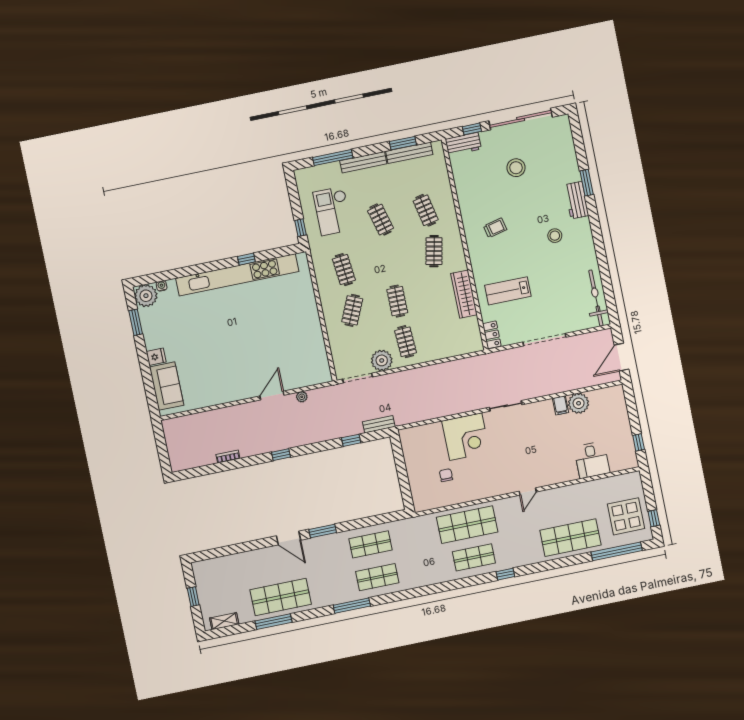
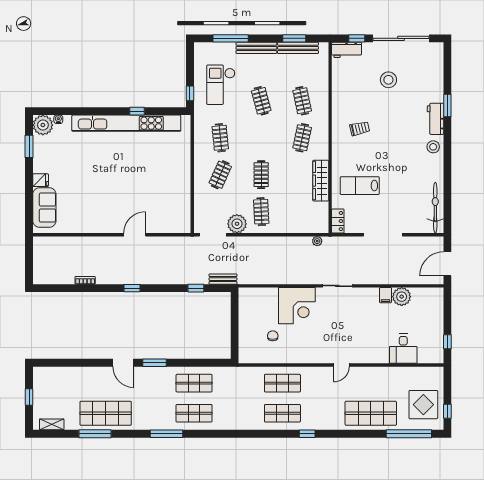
stool: (555, 236) -> (433, 147), moved
plant: (302, 397) -> (317, 241), moved
shop shelf: (467, 525) -> (282, 383), width x0.70, depth x0.74

